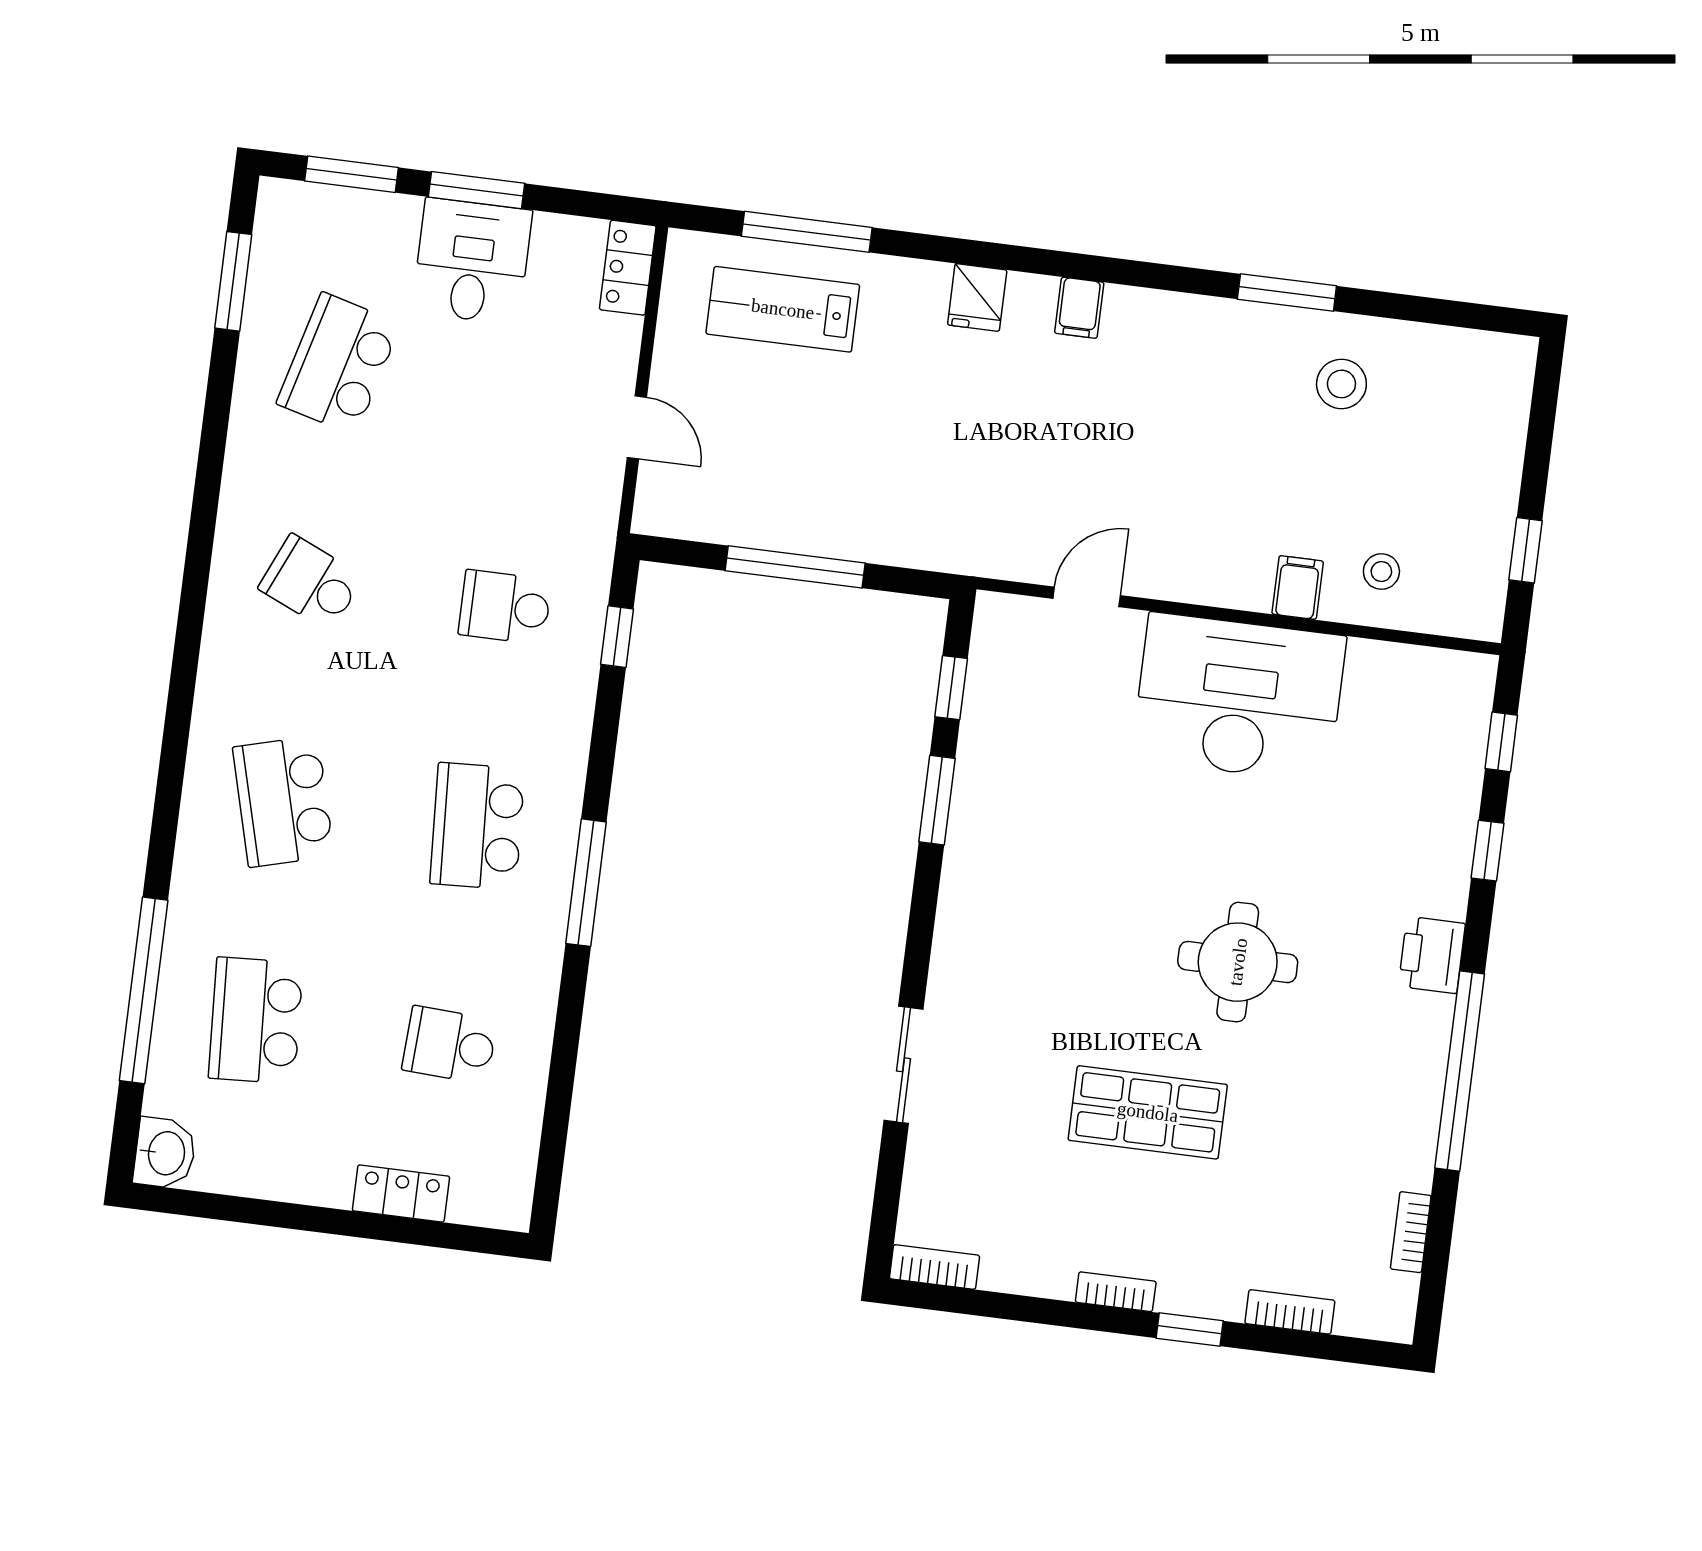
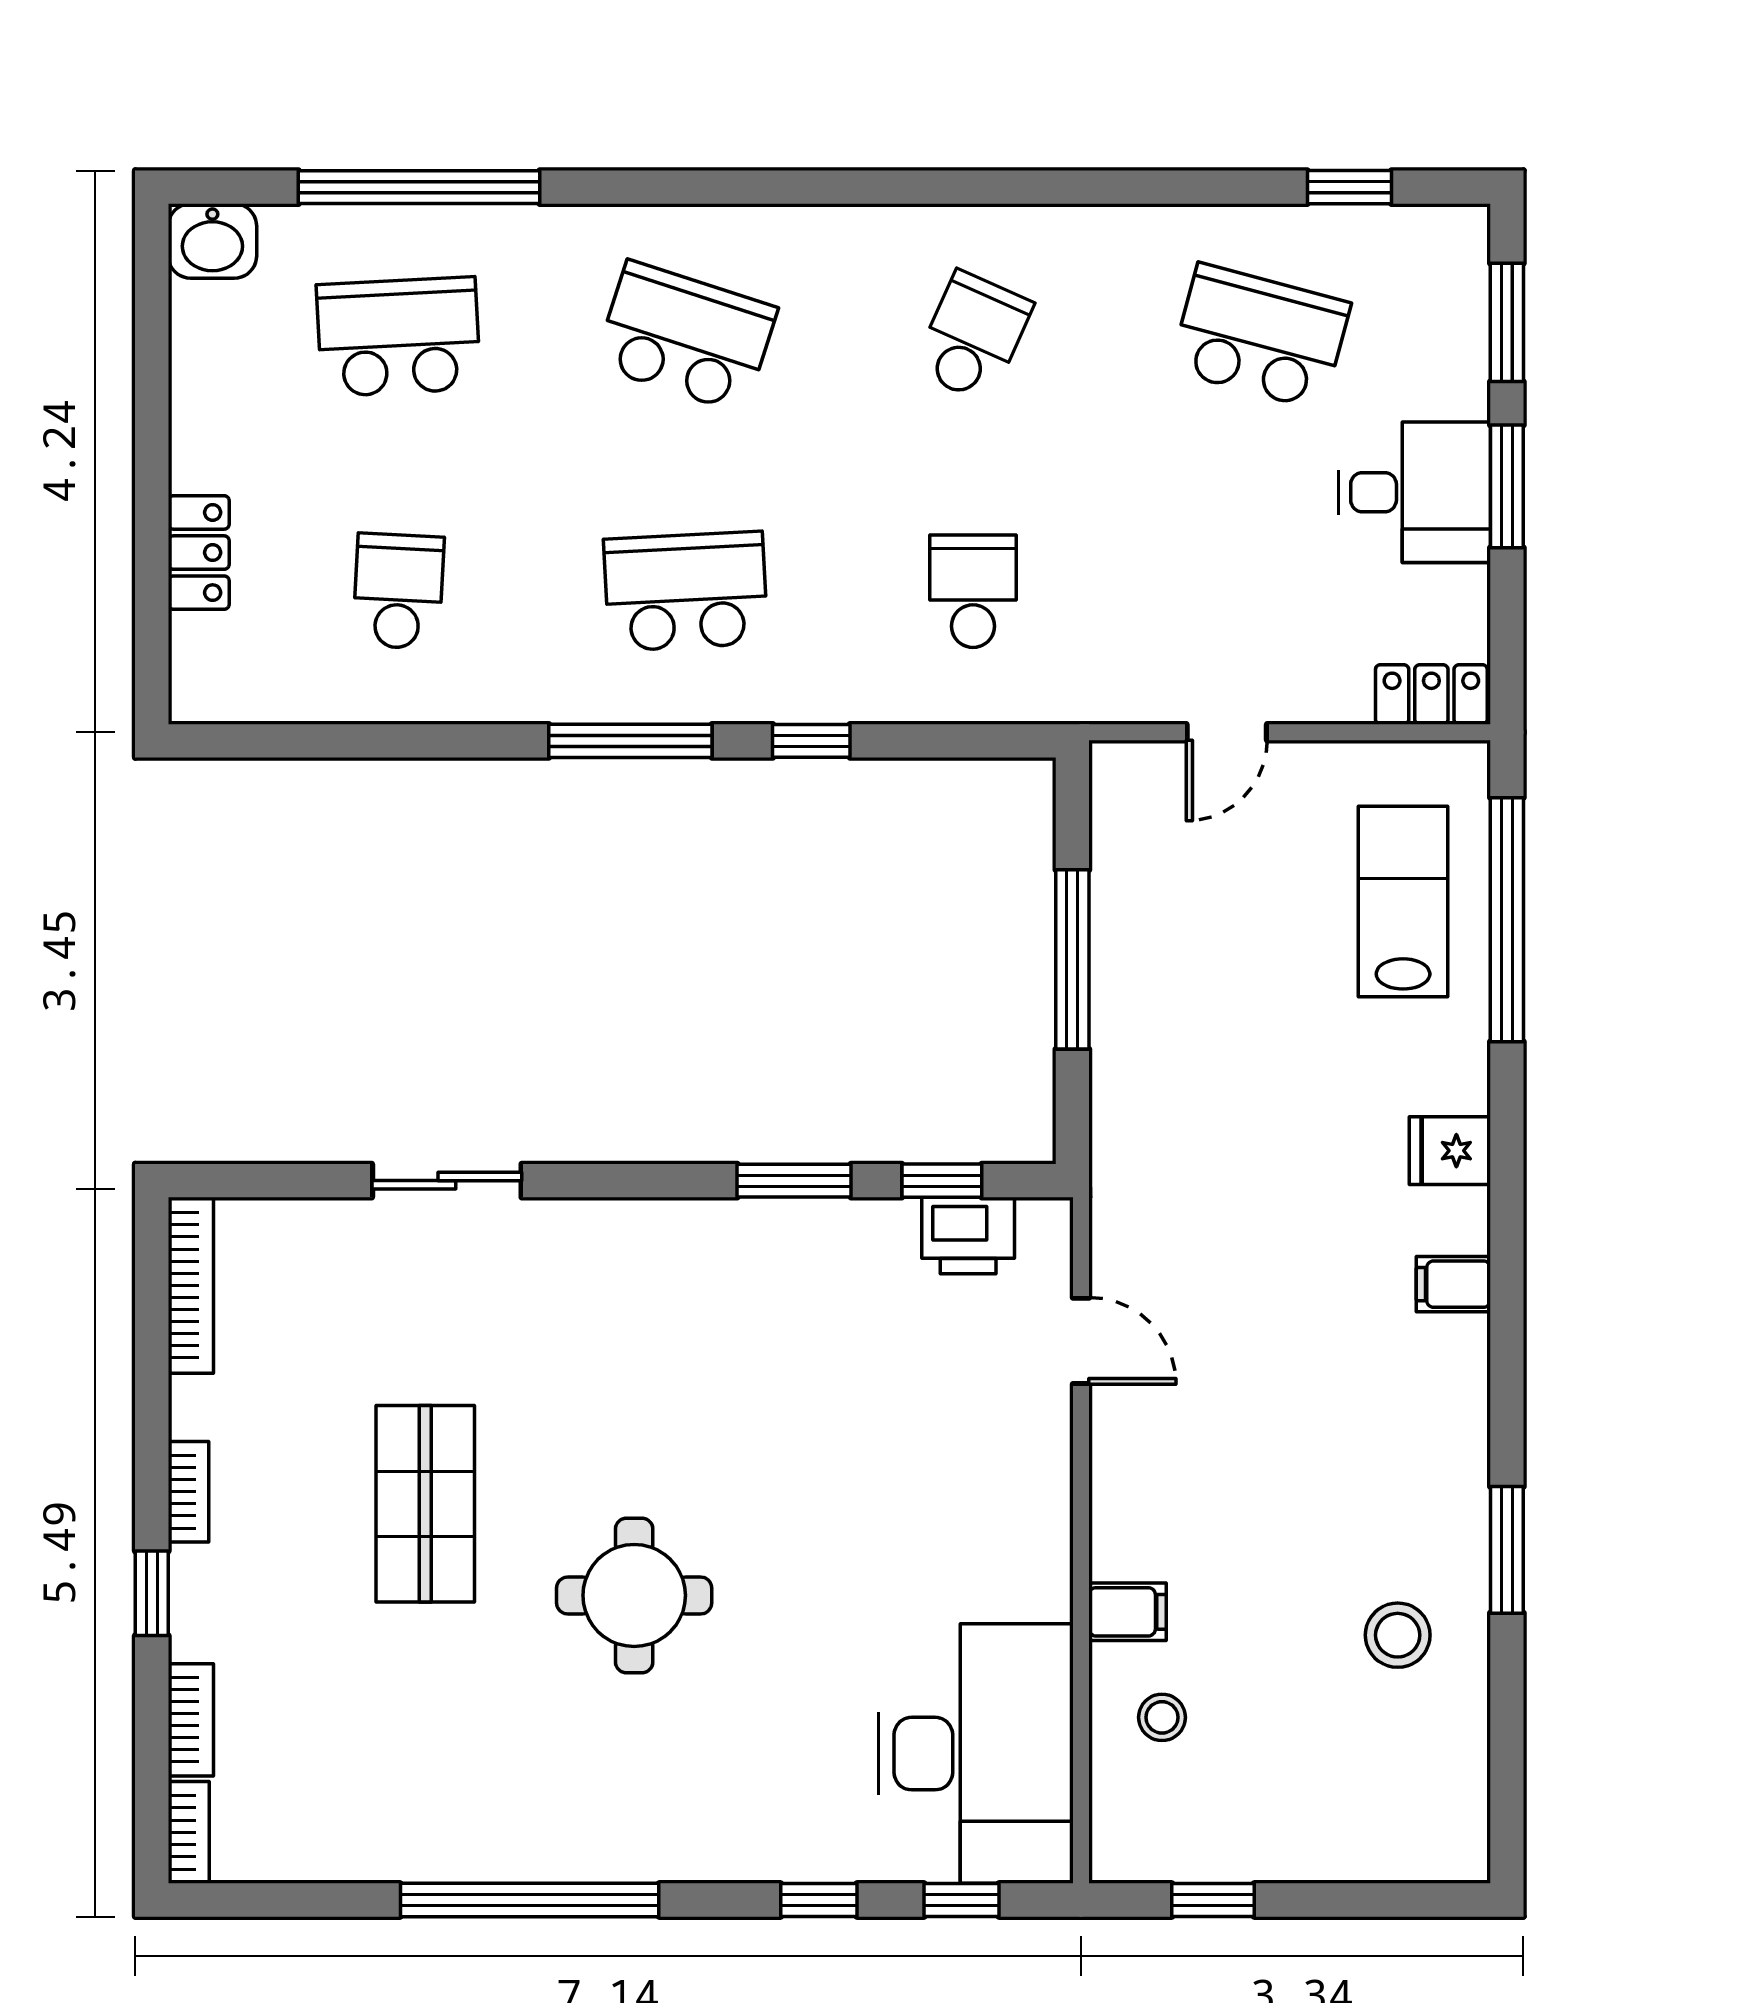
window: (807, 232) -> (1507, 920), width x1.46
window: (233, 281) -> (1349, 187), width x0.67
window: (617, 637) -> (811, 741), moved
desk: (1239, 698) -> (976, 1754), moved
school desk: (283, 802) -> (686, 337), turned 33
printer: (1432, 955) -> (968, 1235), moved, turned 180
bookcase: (1411, 1232) -> (189, 1832), moved, turned 90
bookcase: (934, 1267) -> (191, 1285), width x1.56

